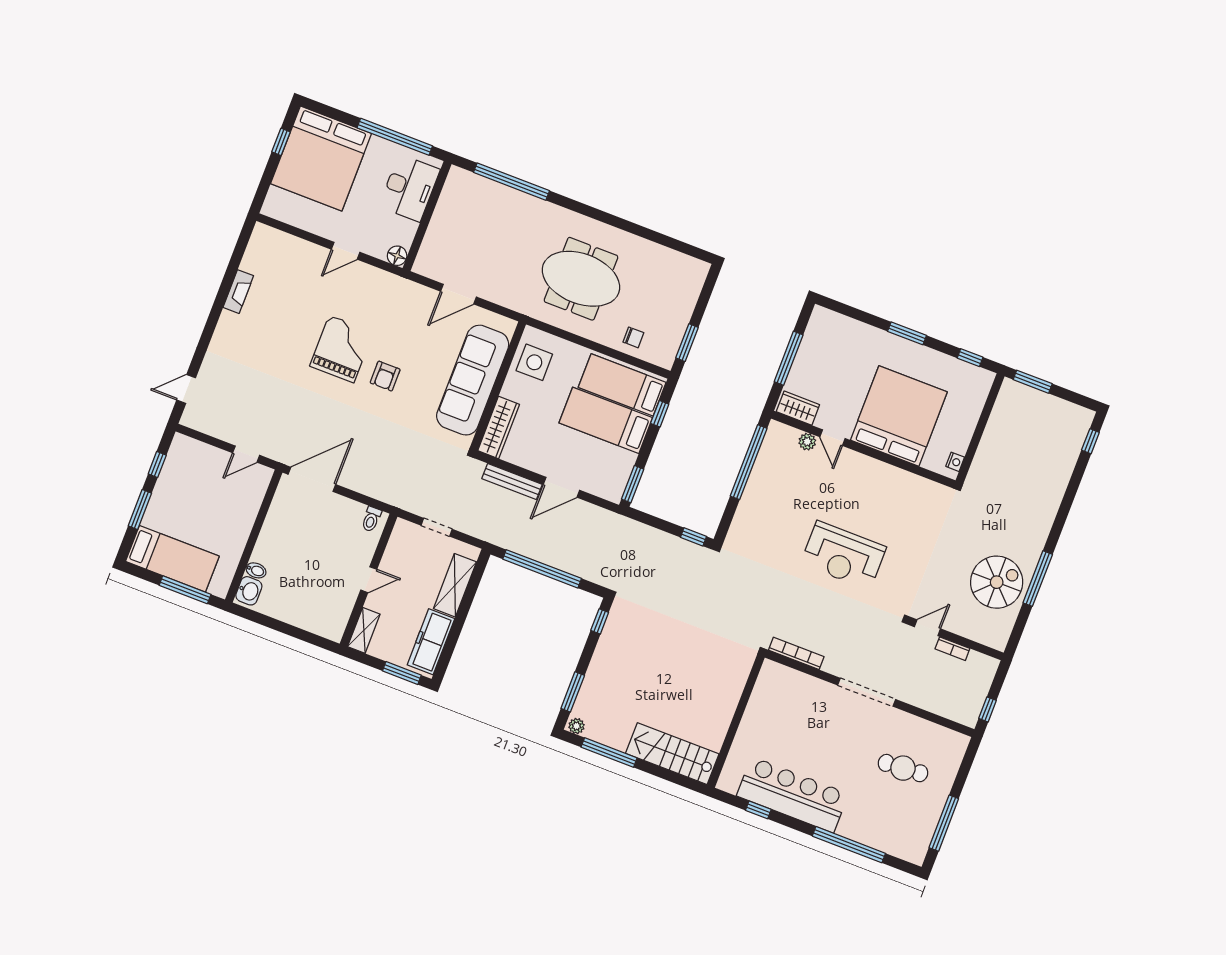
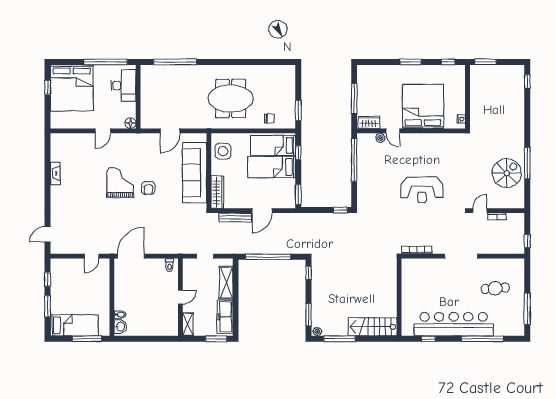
bar counter: (793, 795) -> (454, 324), width x1.36

